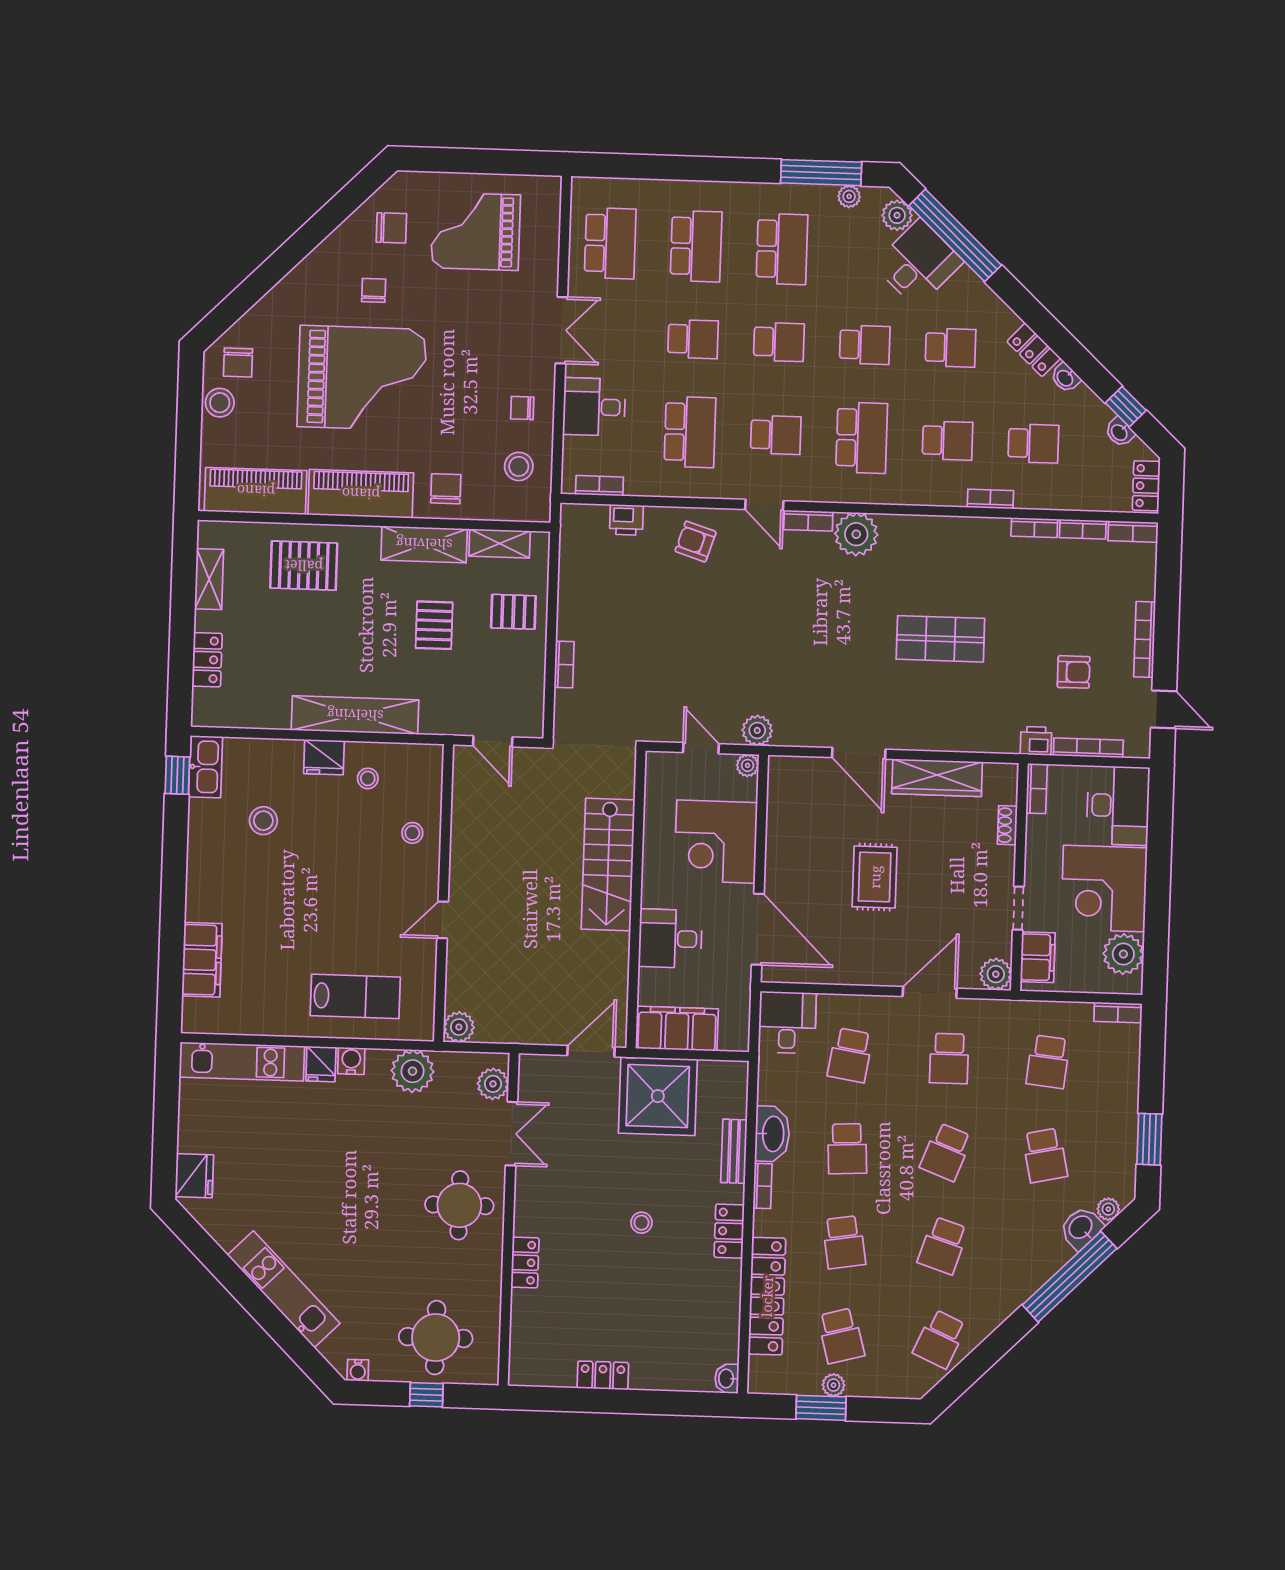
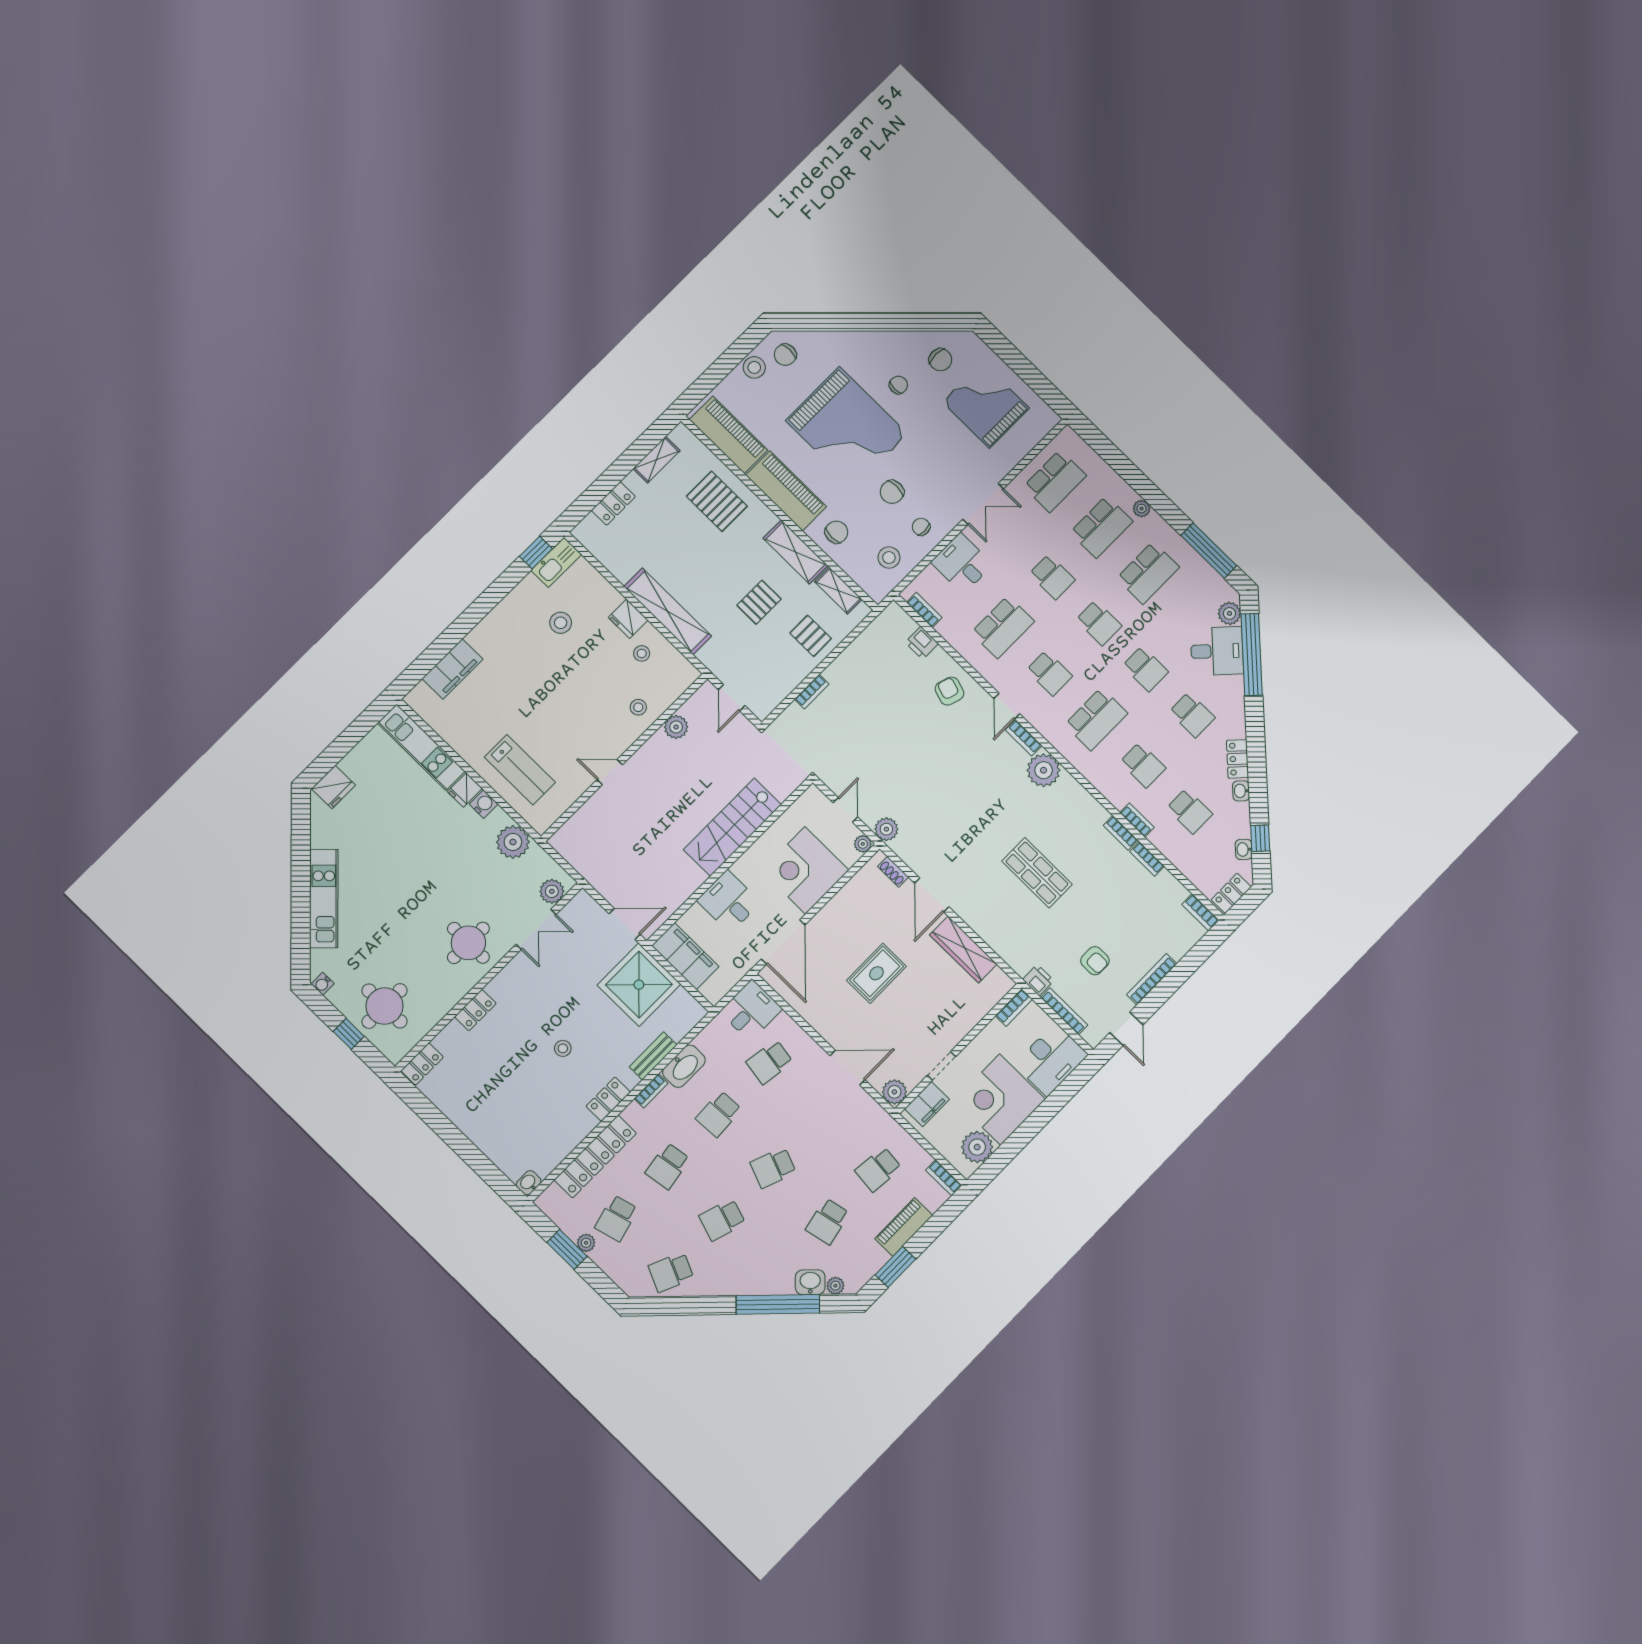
plant: (849, 196) -> (1142, 509), moved
chair: (463, 400) -> (892, 492), added
bookcase: (1083, 529) -> (1121, 833), moved
shoe rack: (1007, 825) -> (893, 872), moved, turned -90
plant: (459, 1027) -> (676, 727), moved
school desk: (949, 1058) -> (824, 1116), removed
piano: (1123, 1094) -> (904, 1227), added
locker: (603, 1375) -> (422, 1064), moved, turned 90

